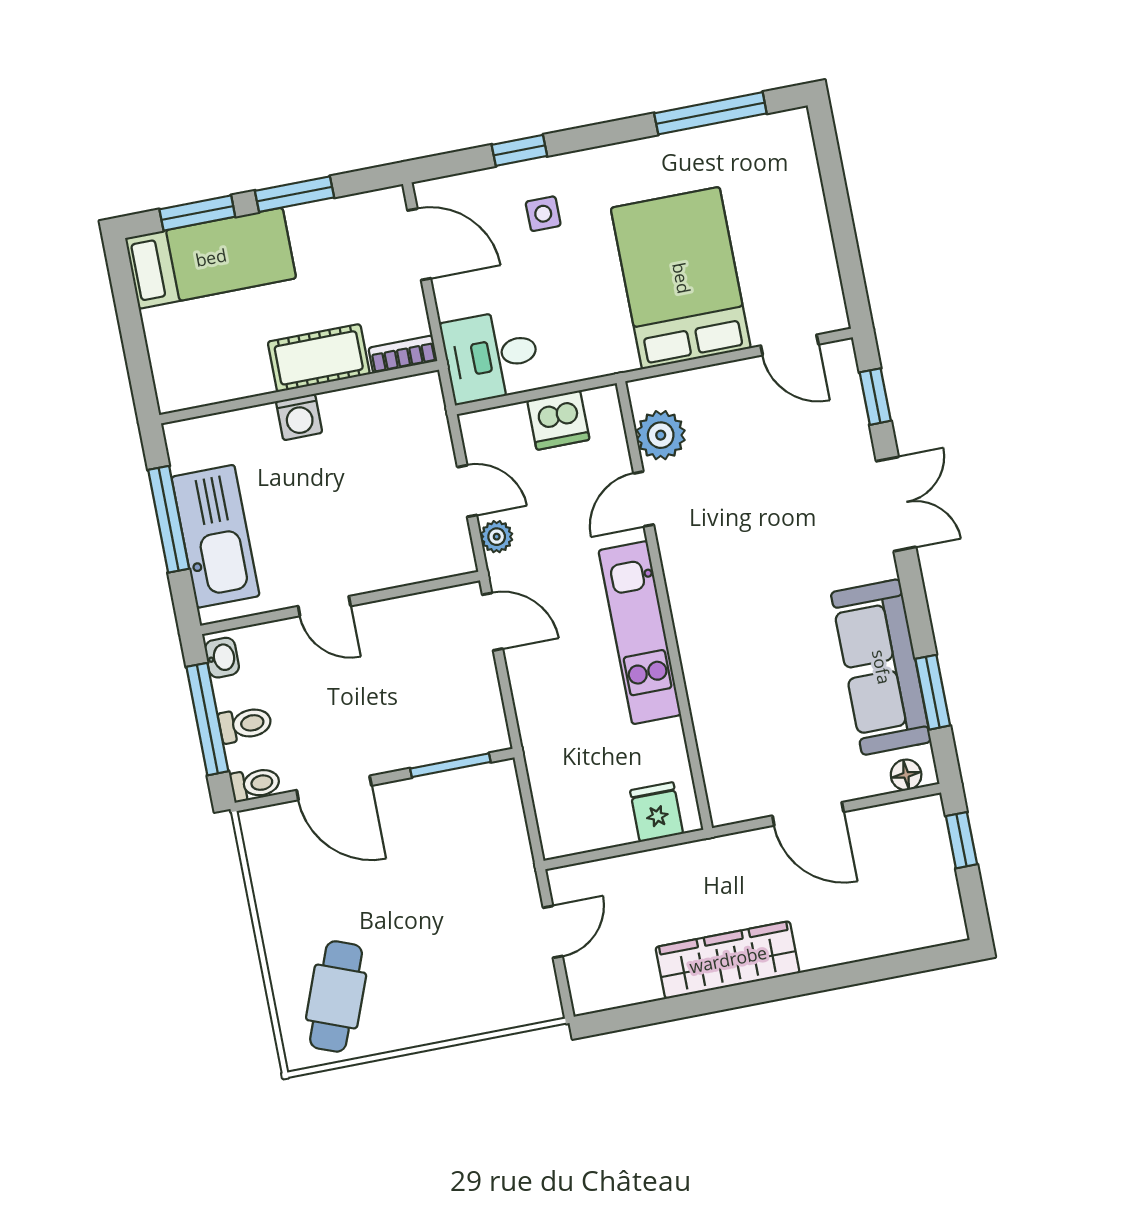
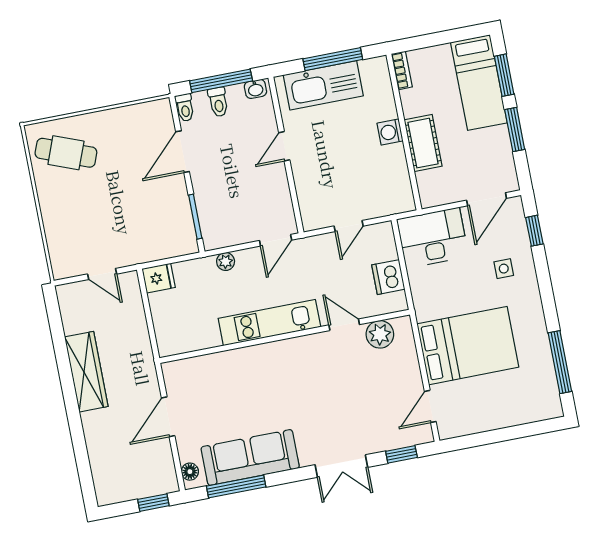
window: (519, 150) -> (534, 231), moved
bookcase: (403, 354) -> (402, 70), moved
desk: (491, 356) -> (433, 238), width x1.37
plant: (497, 537) -> (226, 262), moved
window: (933, 692) -> (236, 486), width x1.44
fridge: (657, 812) -> (159, 278), moved

